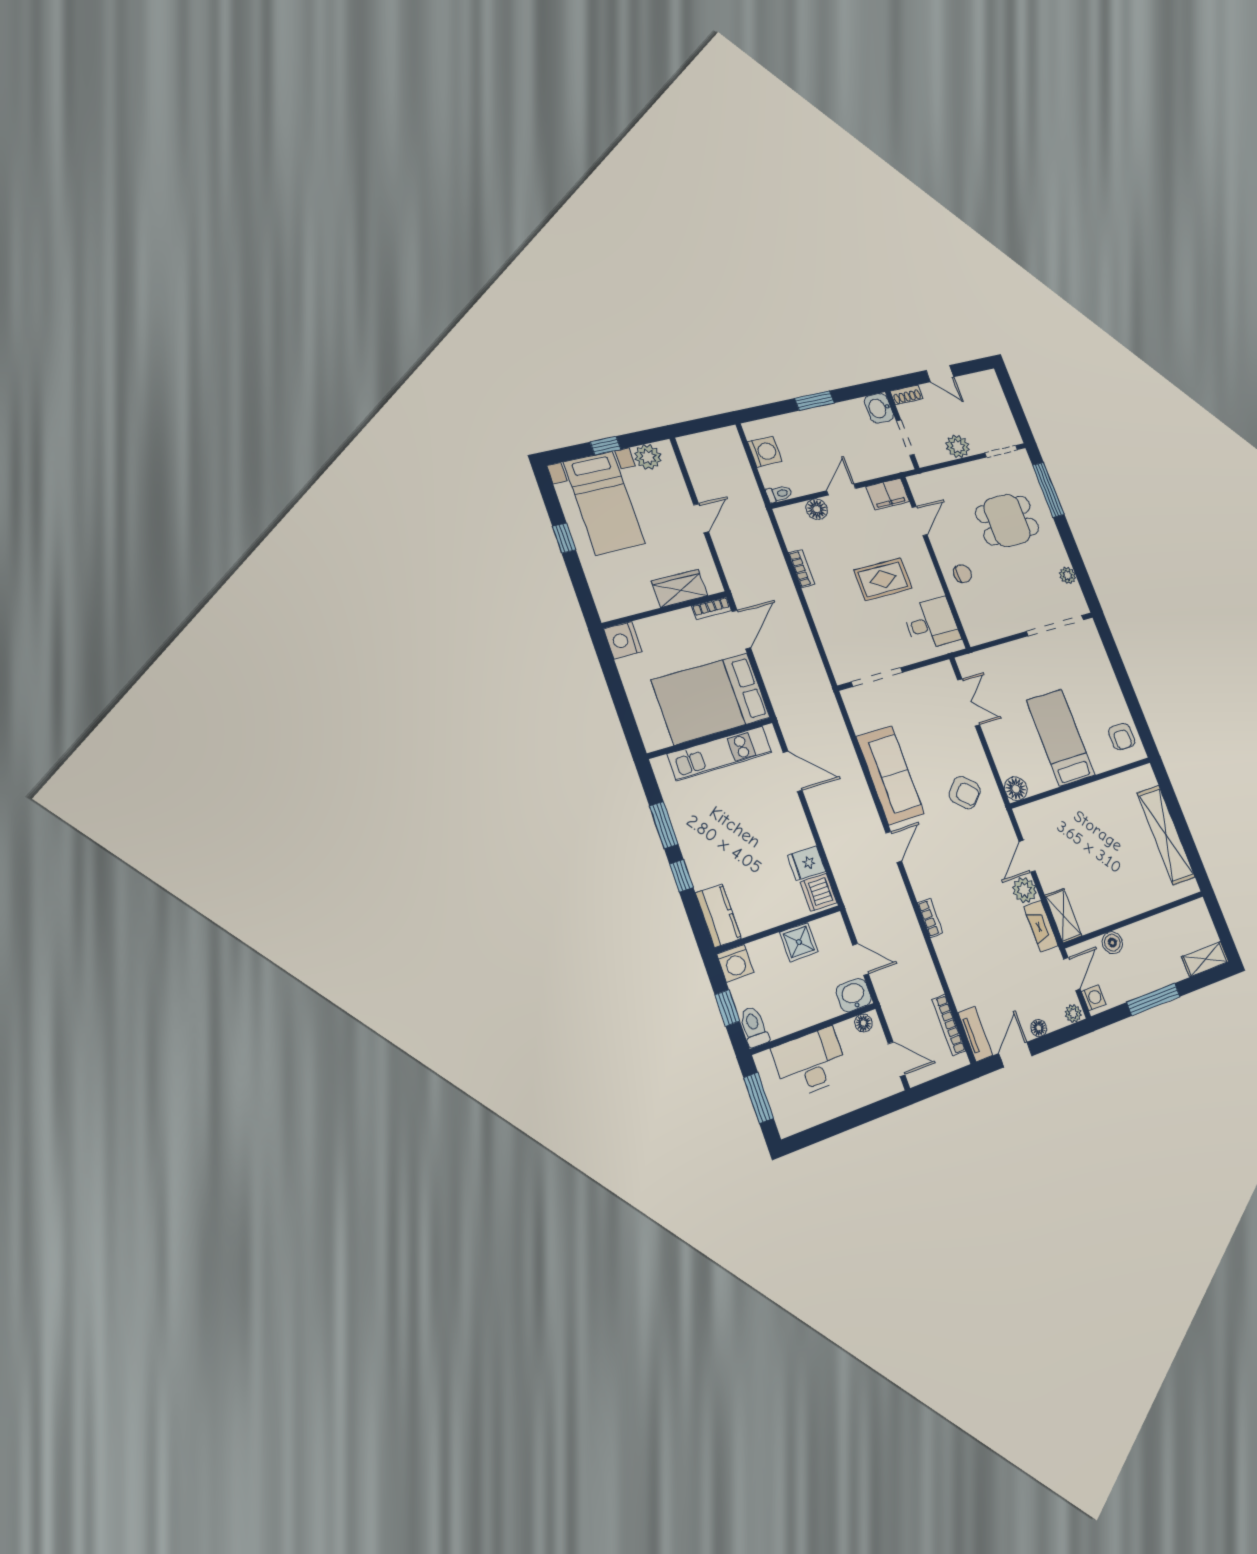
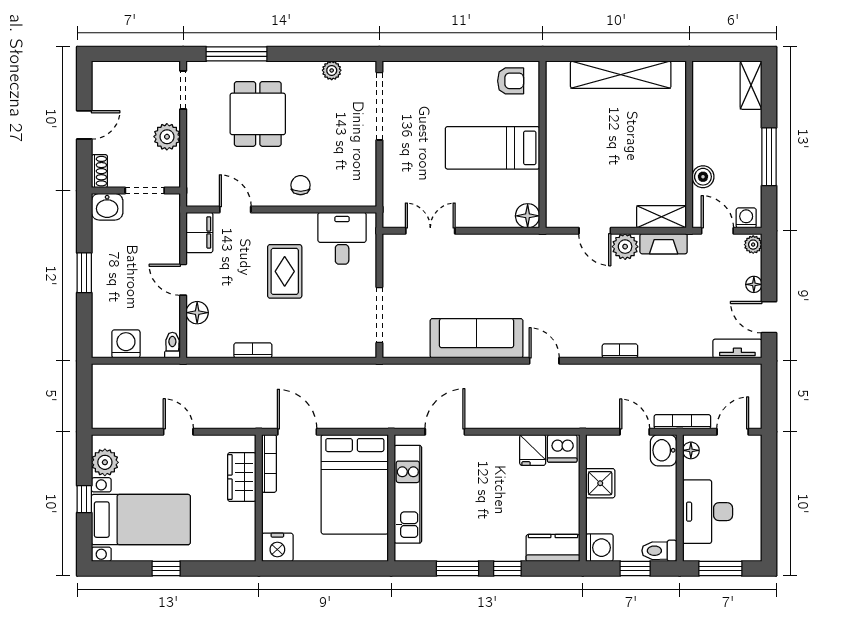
bookcase: (712, 608) -> (269, 463), width x1.56
armchair: (965, 793) -> (515, 270), removed
door: (861, 959) -> (635, 432), hinge flipped
bookcase: (949, 1025) -> (682, 422), moved, turned 180

